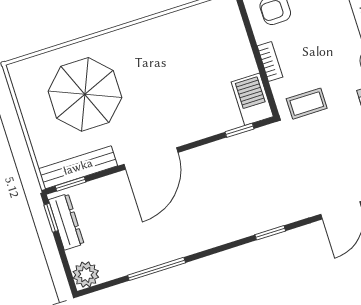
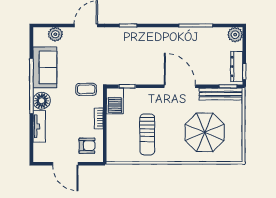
sun lounger: (180, 60) -> (147, 134), added
door: (151, 158) -> (180, 86), hinge flipped

